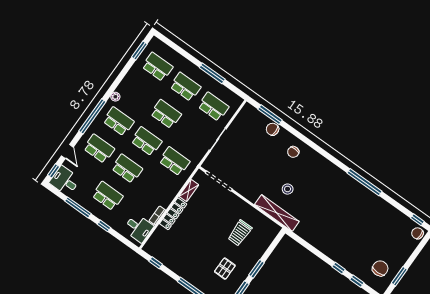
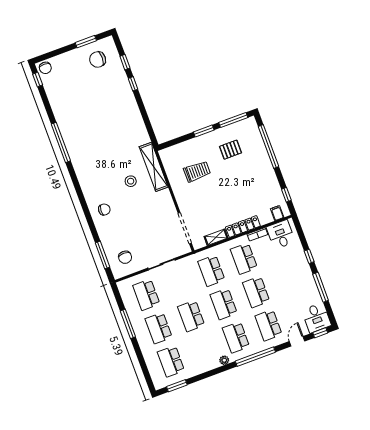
chair: (273, 129) -> (125, 257), moved
school desk: (107, 196) -> (244, 259), moved
filing cabinet: (153, 243) -> (277, 213), added

